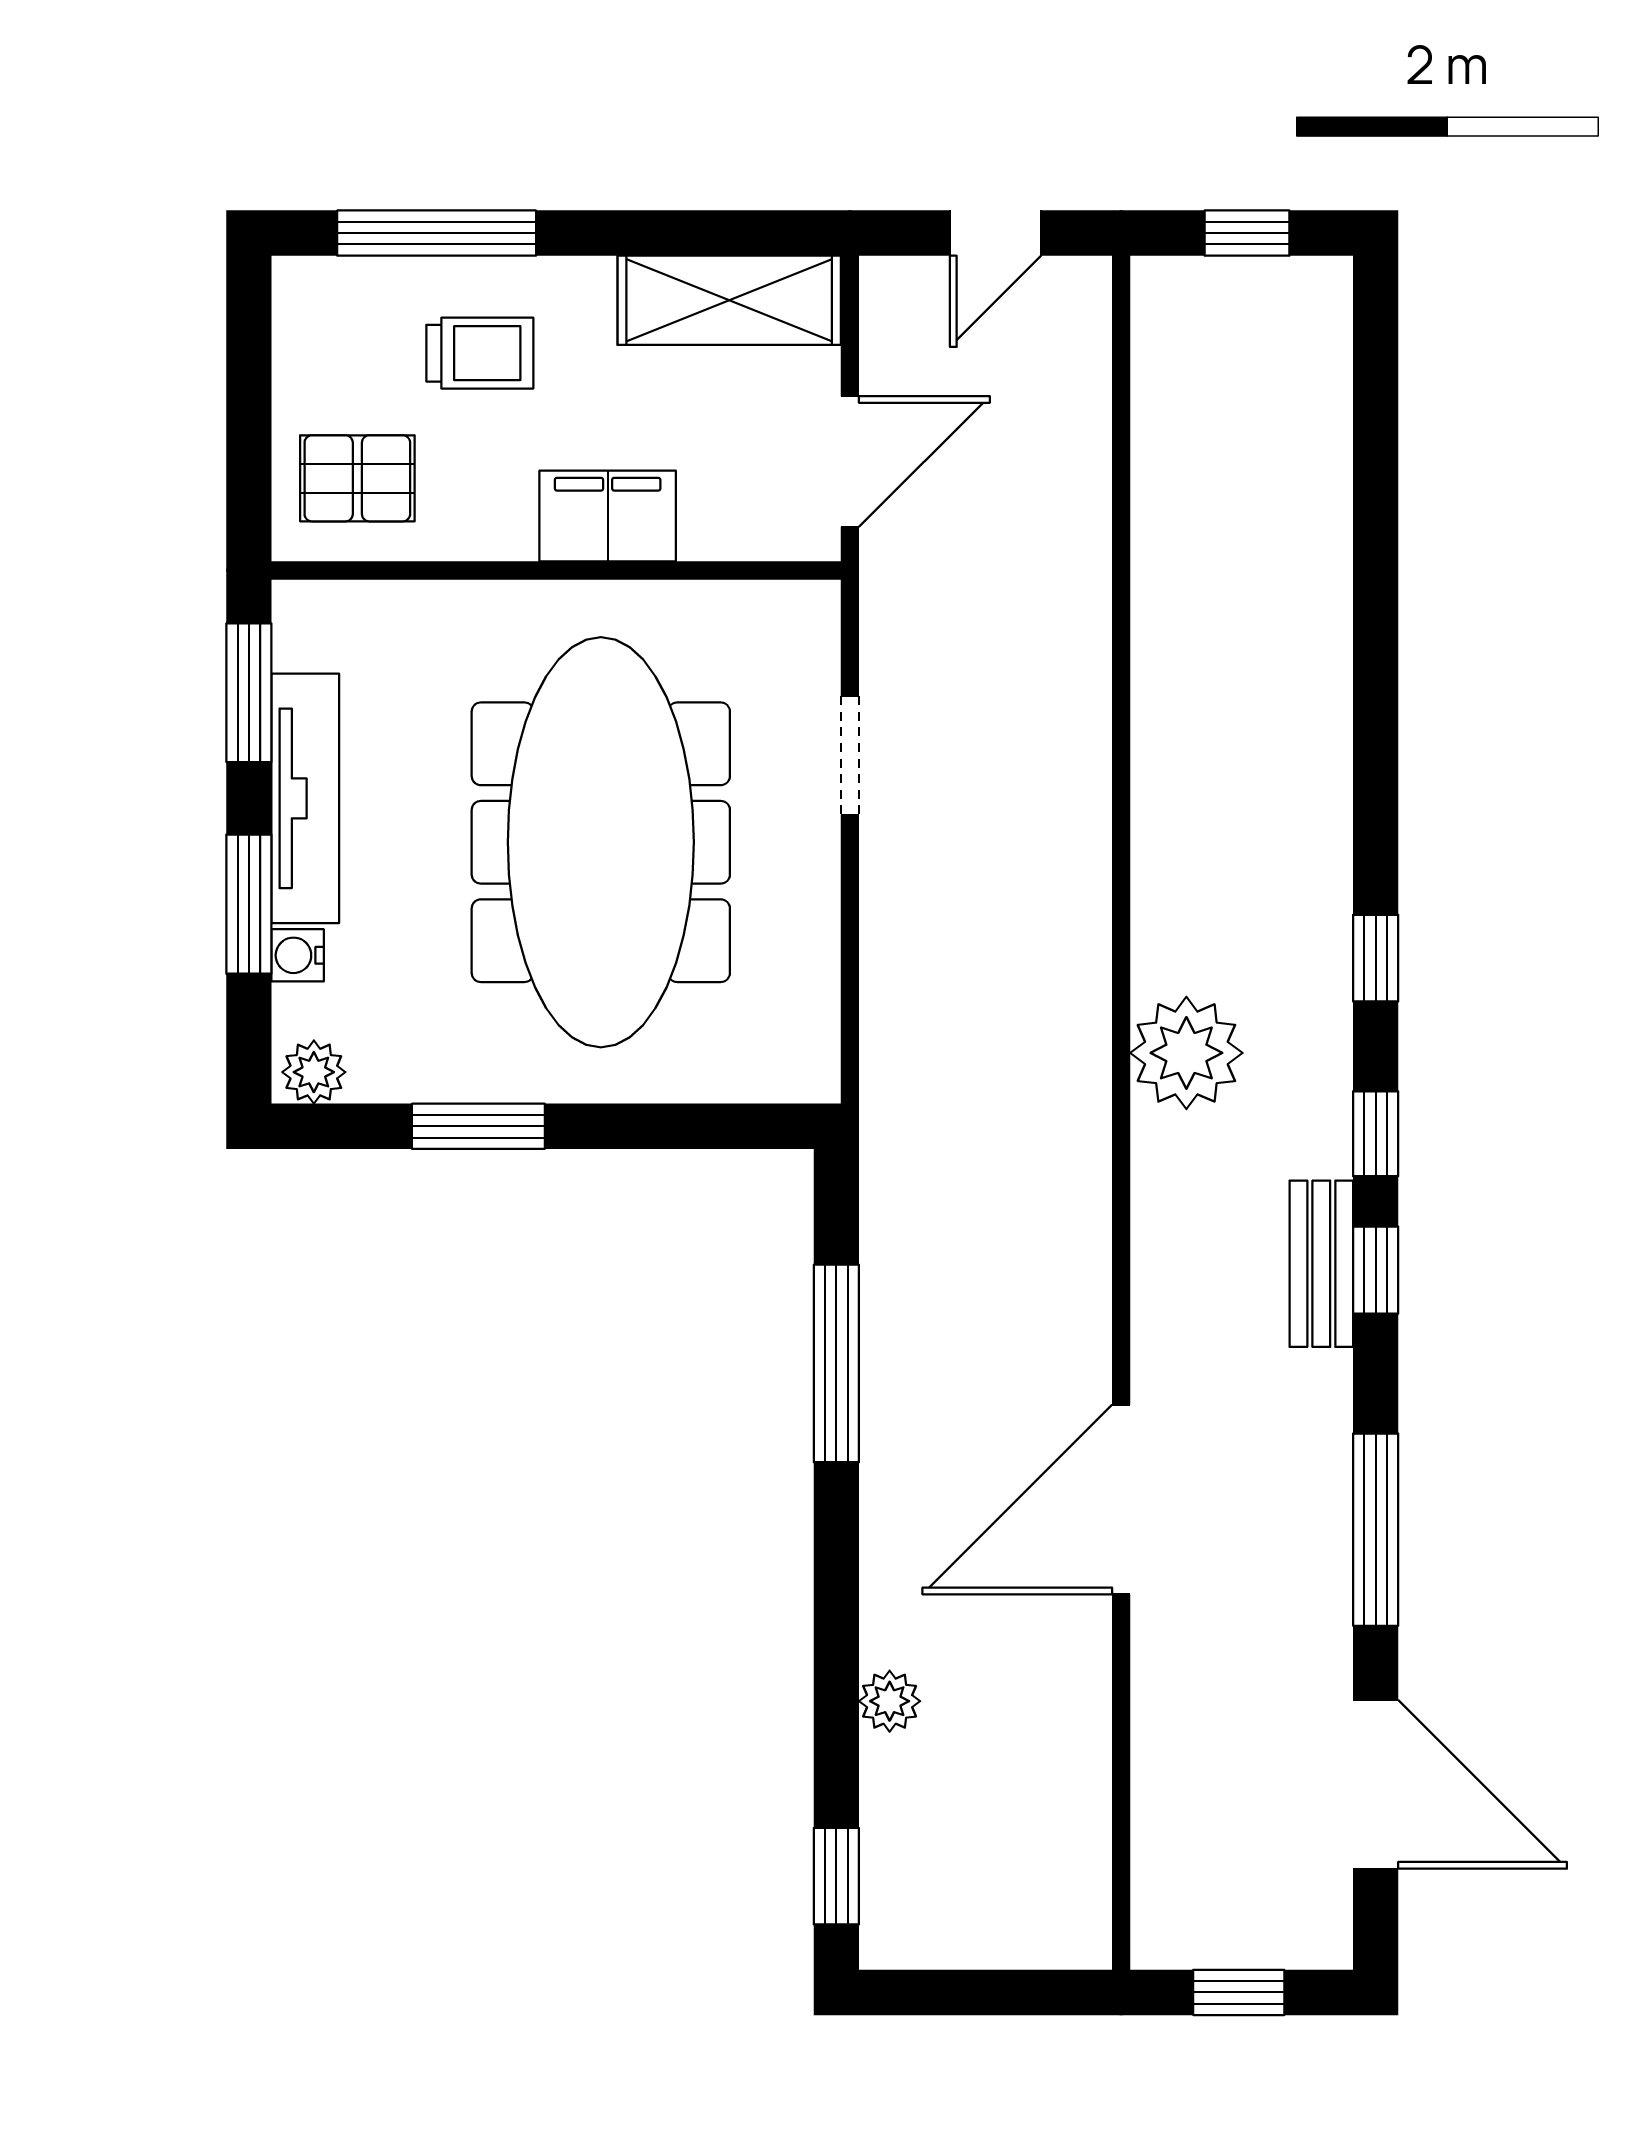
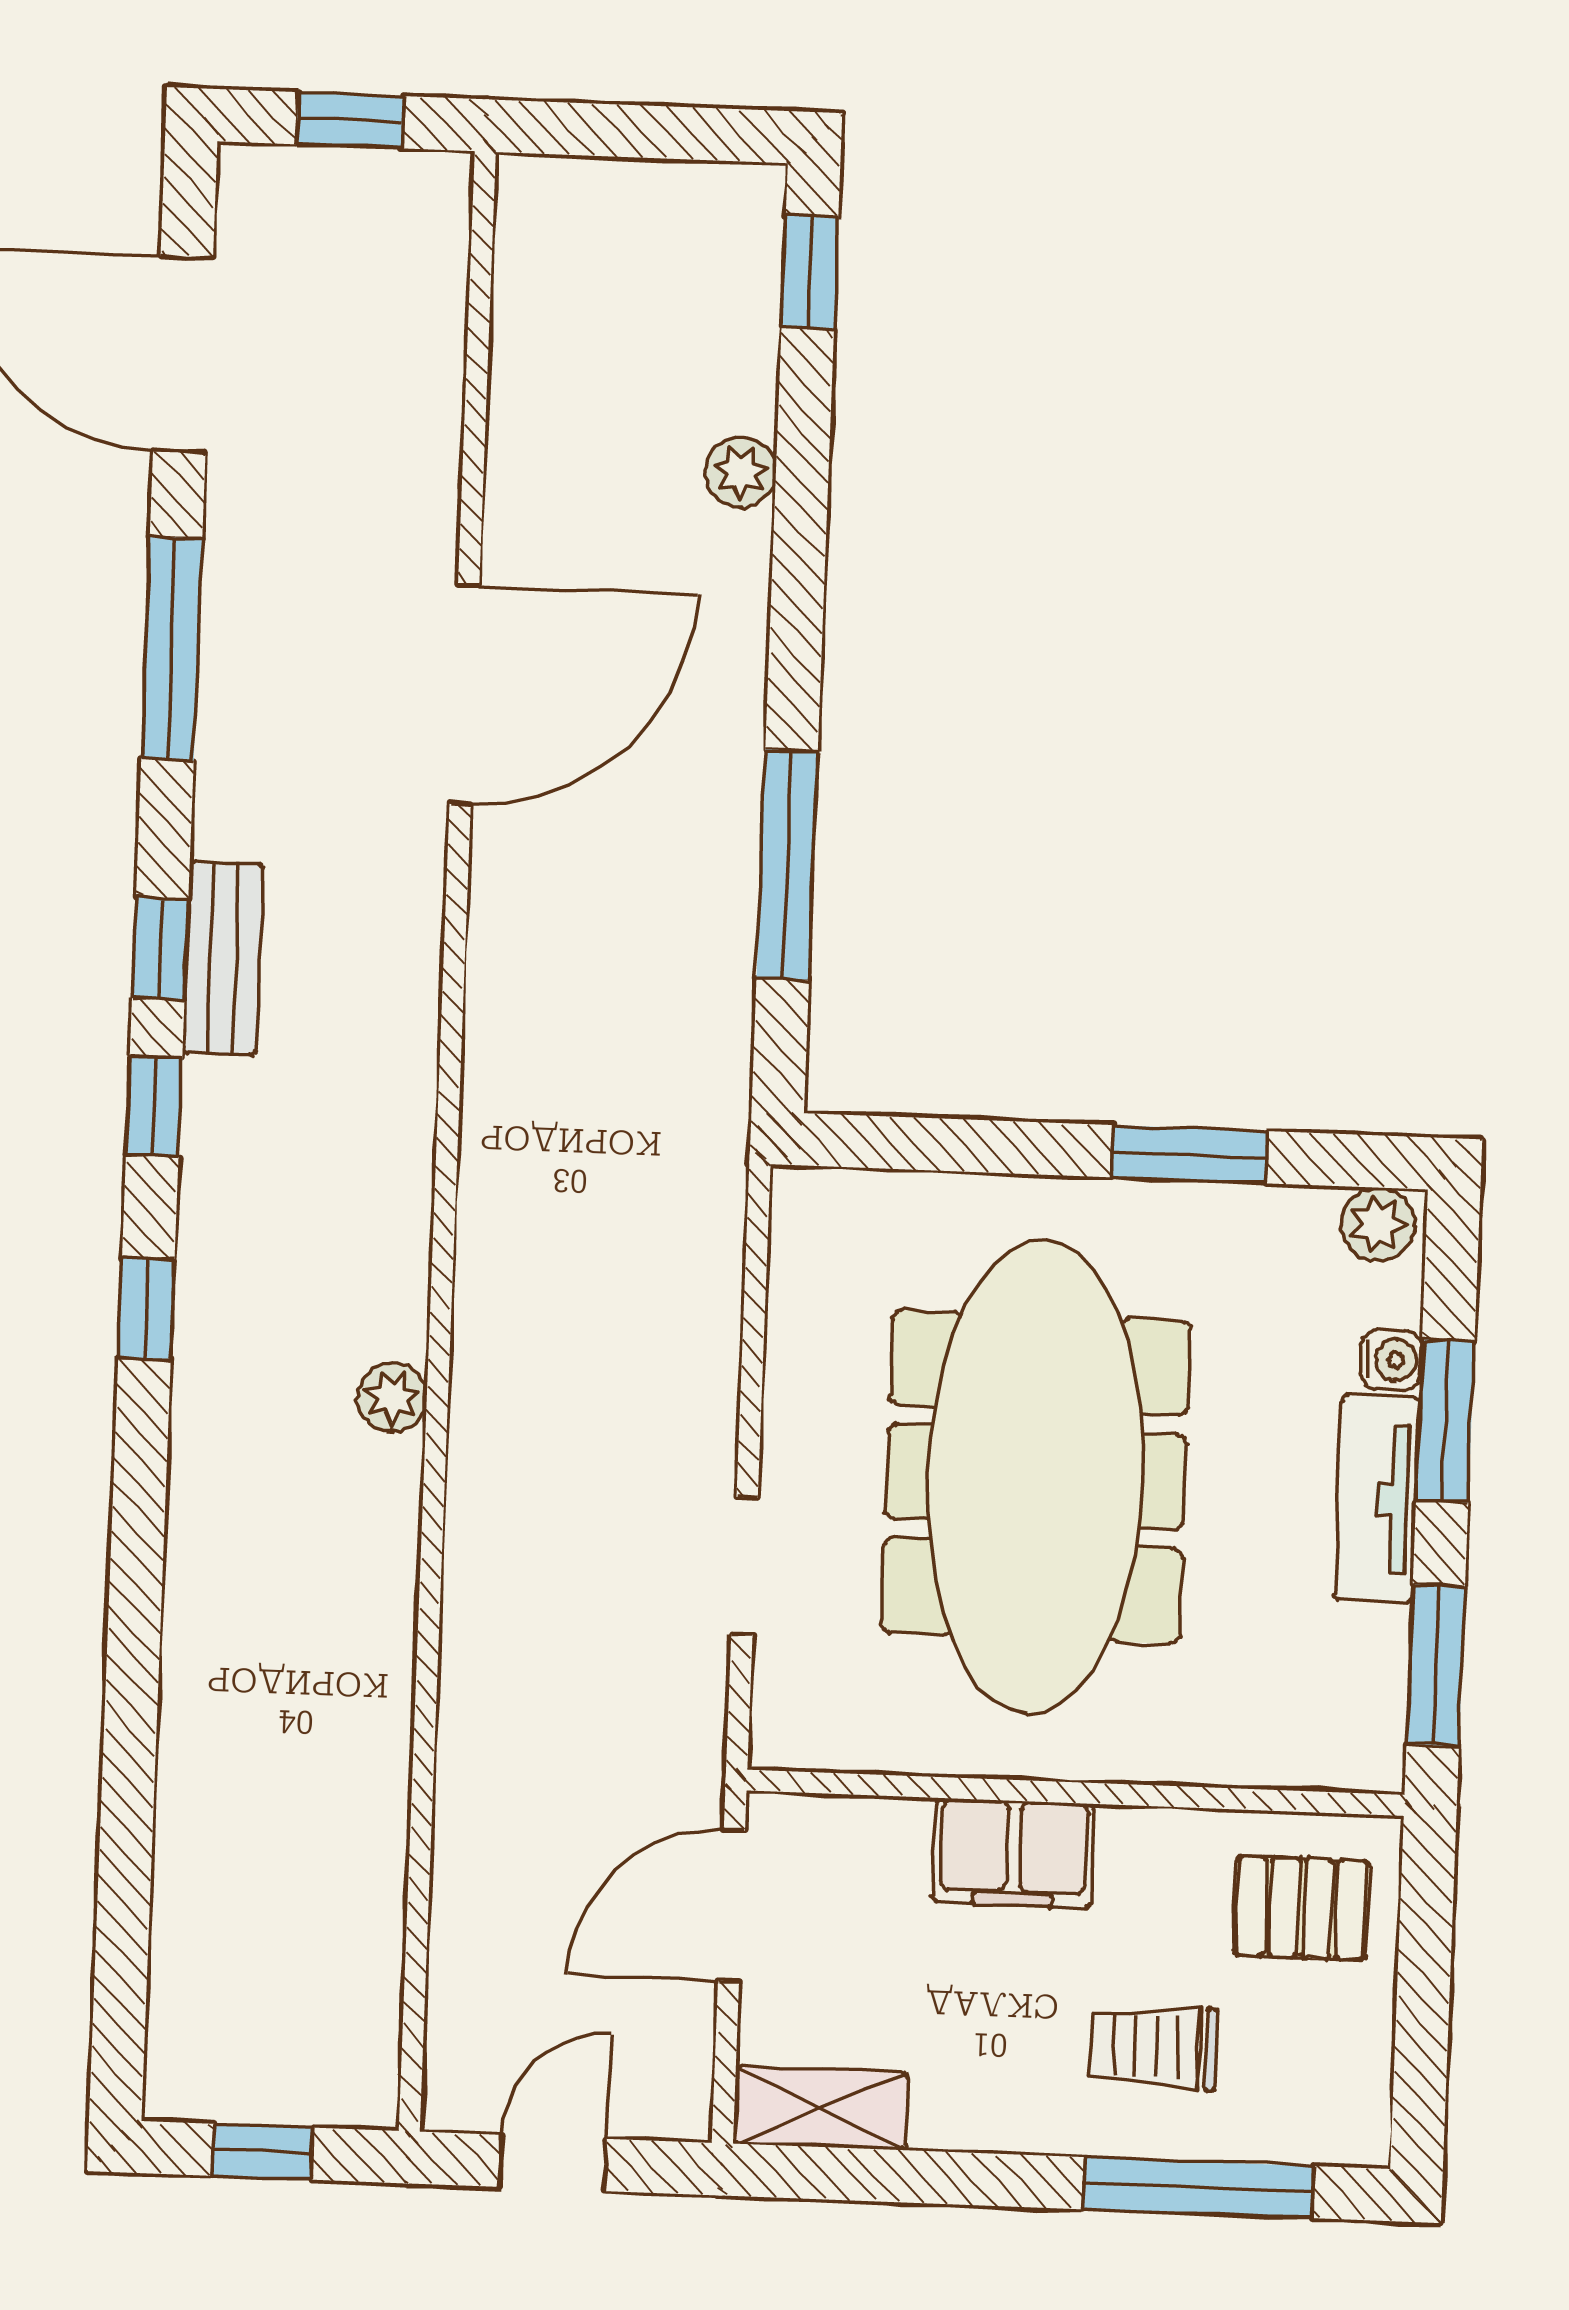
shelving: (729, 300) -> (820, 2108), width x0.67, depth x0.75
tv unit: (305, 798) -> (1377, 1499), width x0.71
plant: (1186, 1053) -> (392, 1397), moved, width x0.53, depth x0.53

